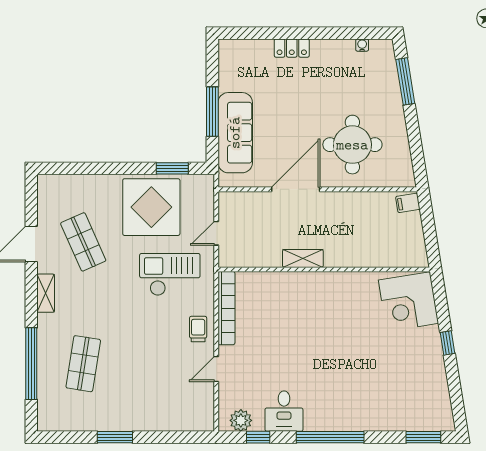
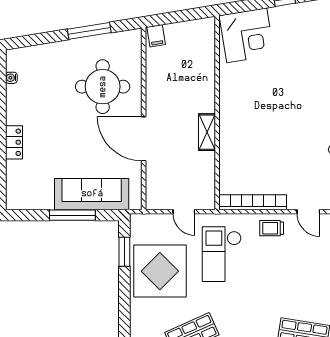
window: (405, 81) -> (89, 31), moved

